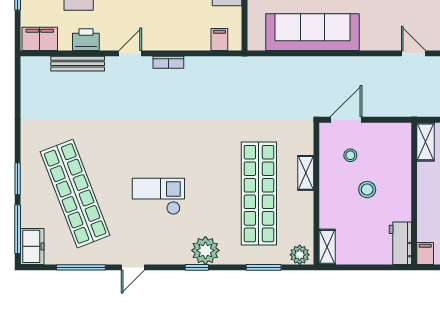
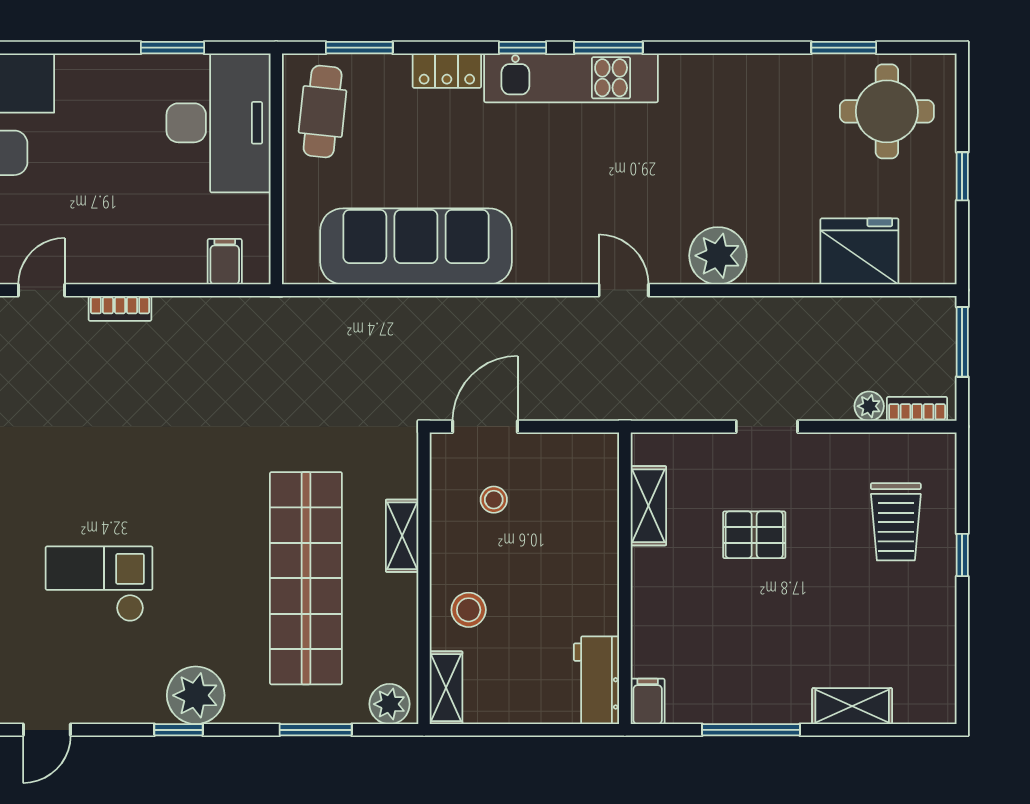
shelving: (426, 142) -> (648, 506), moved
stool: (367, 190) -> (469, 610), moved

